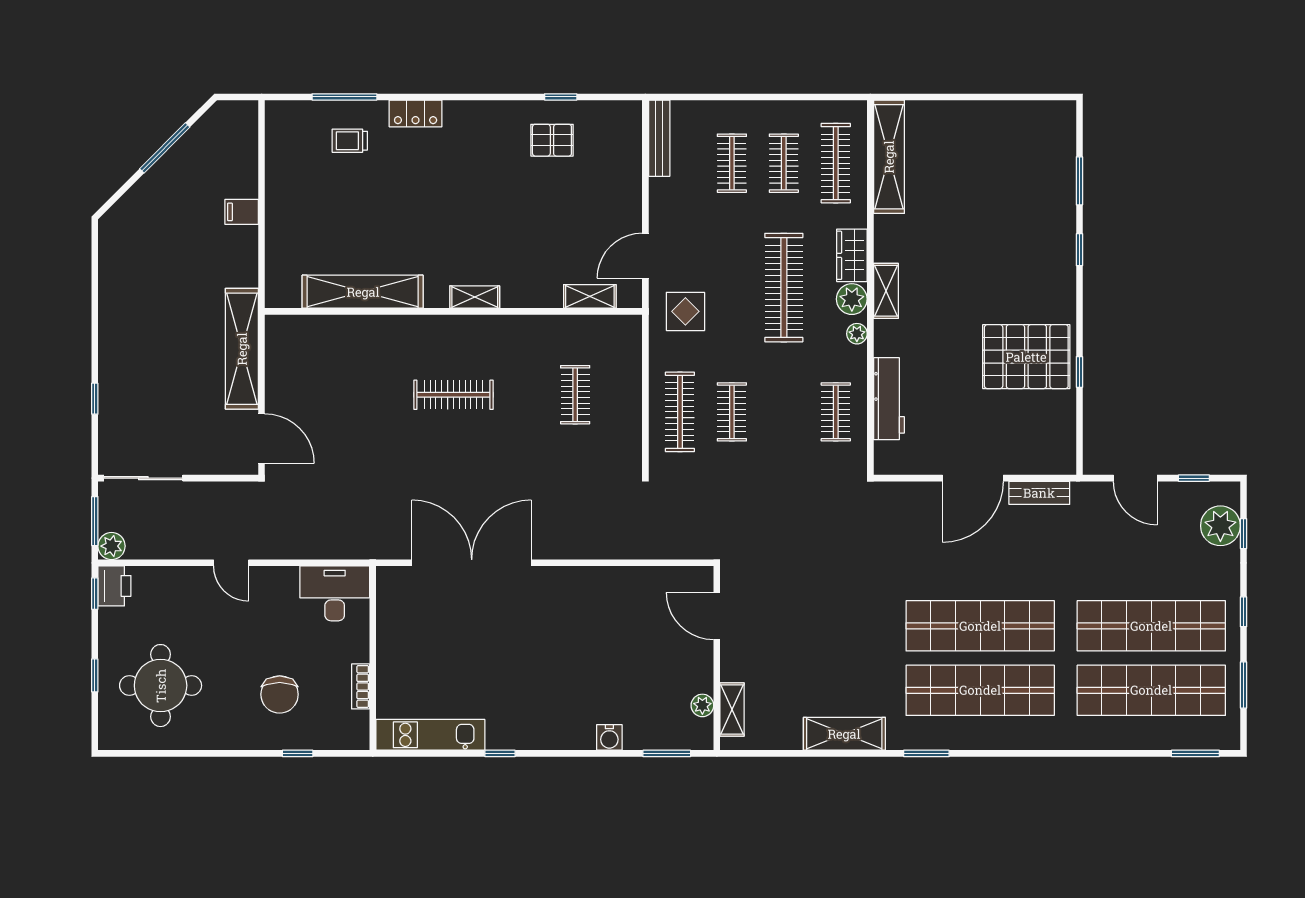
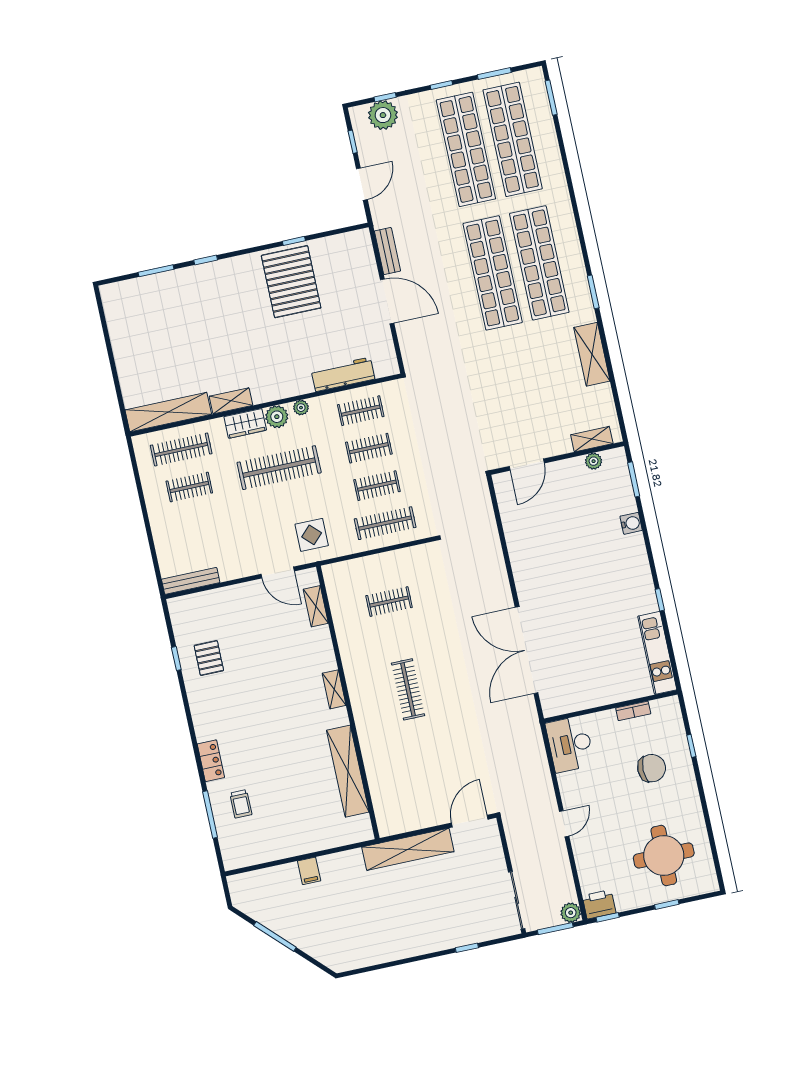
clothes rail: (732, 163) -> (369, 448), moved
shelving: (886, 291) -> (231, 401), moved

